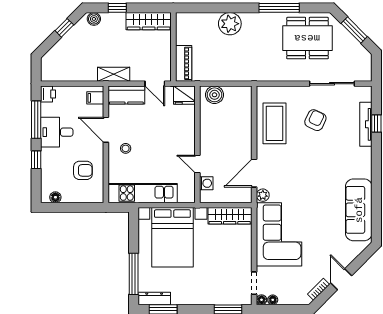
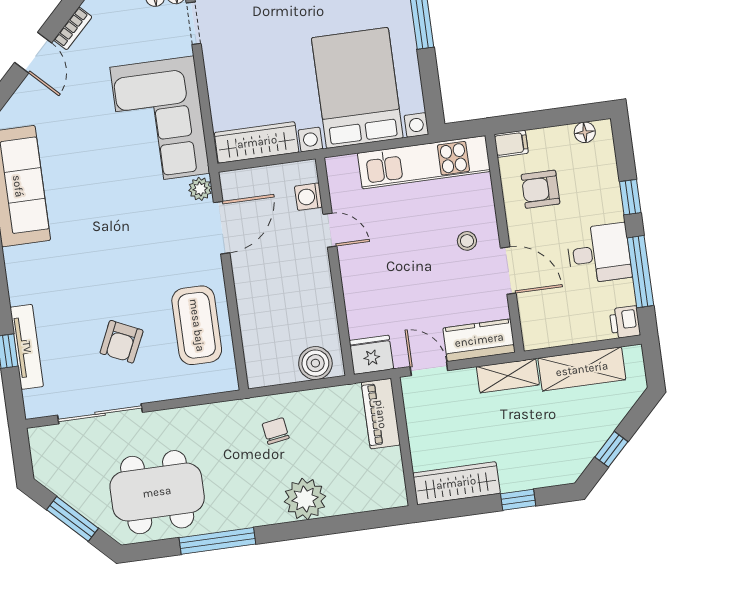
boiler: (94, 19) -> (559, 473), removed
chair: (240, 62) -> (276, 431), added
shelving: (74, 72) -> (582, 369), added
filing cabinet: (95, 98) -> (511, 144), moved

